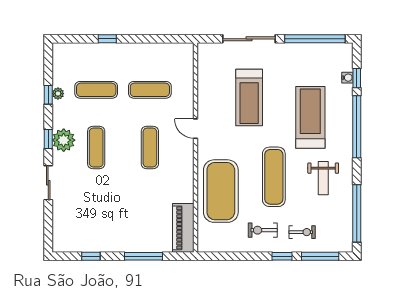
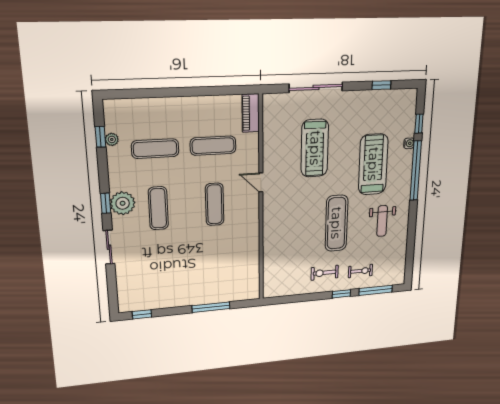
window: (107, 39) -> (165, 93), removed
window: (315, 39) -> (381, 85), width x0.32
water cooler: (347, 78) -> (409, 143), moved
plant: (58, 94) -> (112, 139), moved
window: (48, 95) -> (100, 137), moved
exercise mat: (221, 191) -> (286, 241), removed
window: (357, 213) -> (410, 250), removed
piano: (183, 228) -> (251, 113), moved, width x0.73, depth x0.75
window: (91, 256) -> (142, 314), moved

